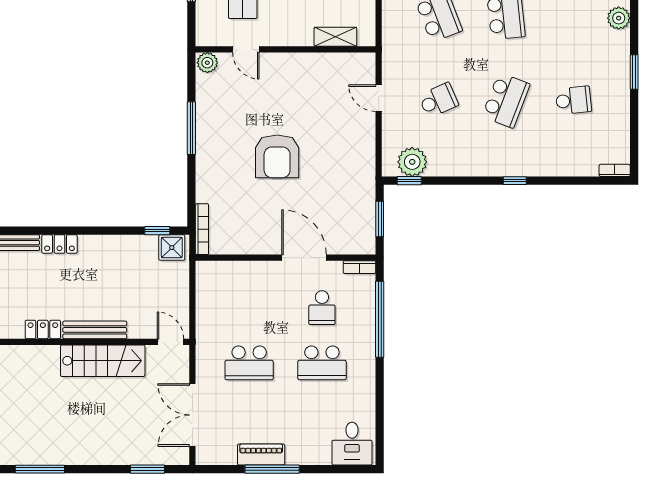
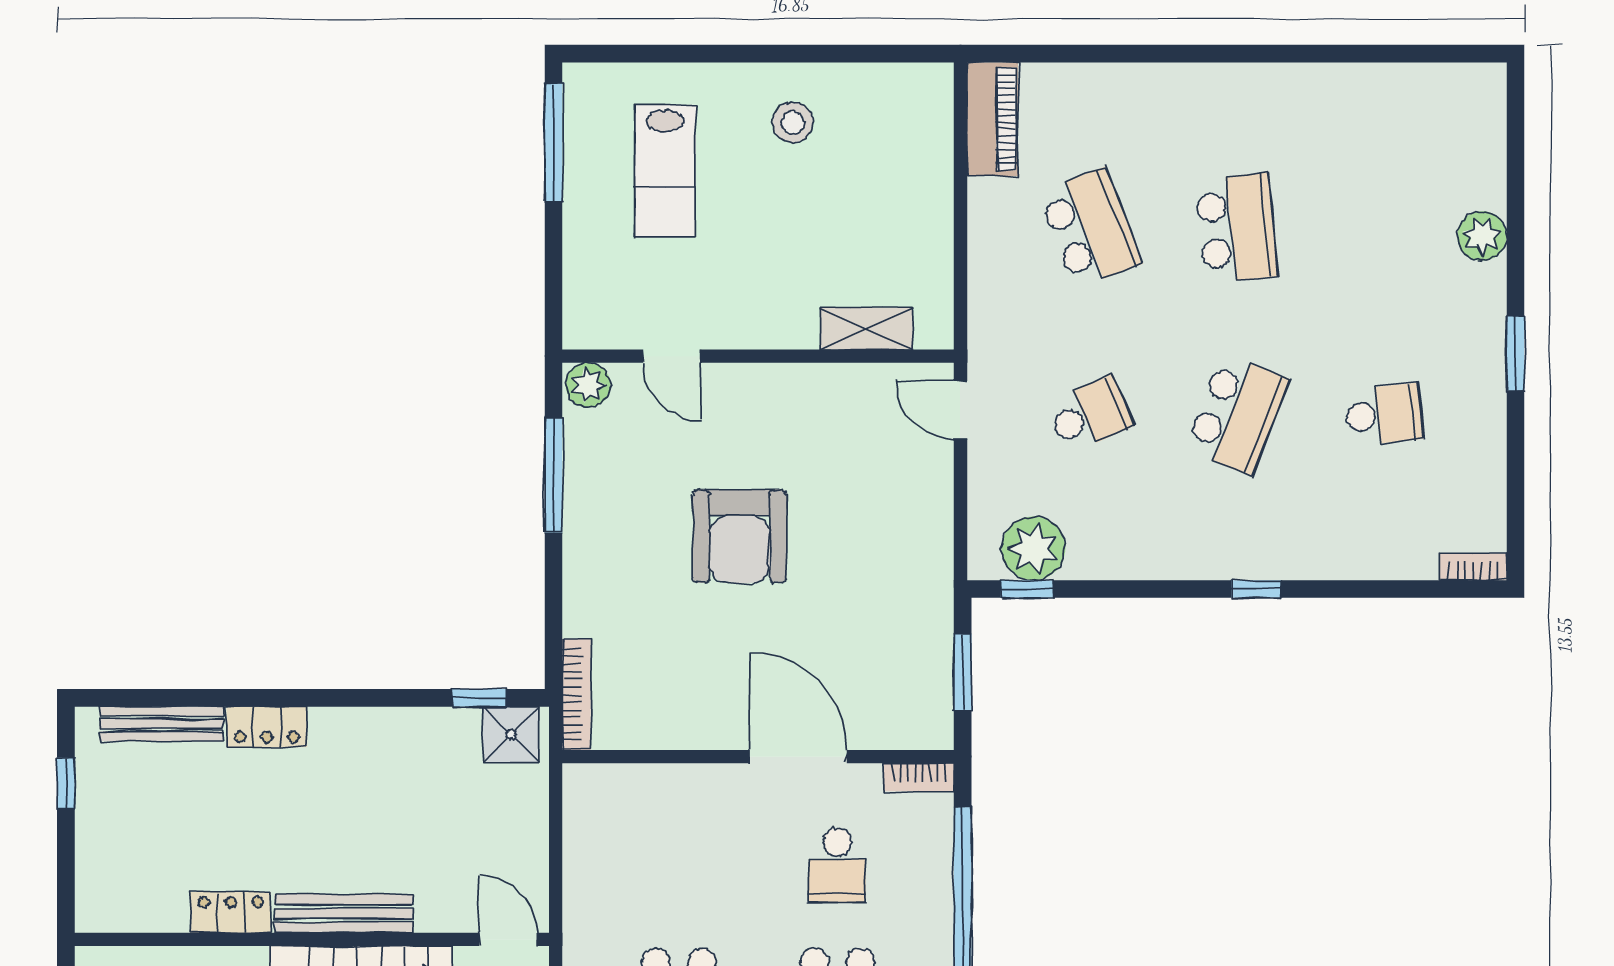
shelving: (335, 37) -> (867, 329), moved
door: (246, 49) -> (672, 356), moved
wall: (286, 49) -> (758, 356), moved
plant: (207, 63) -> (588, 385), moved

